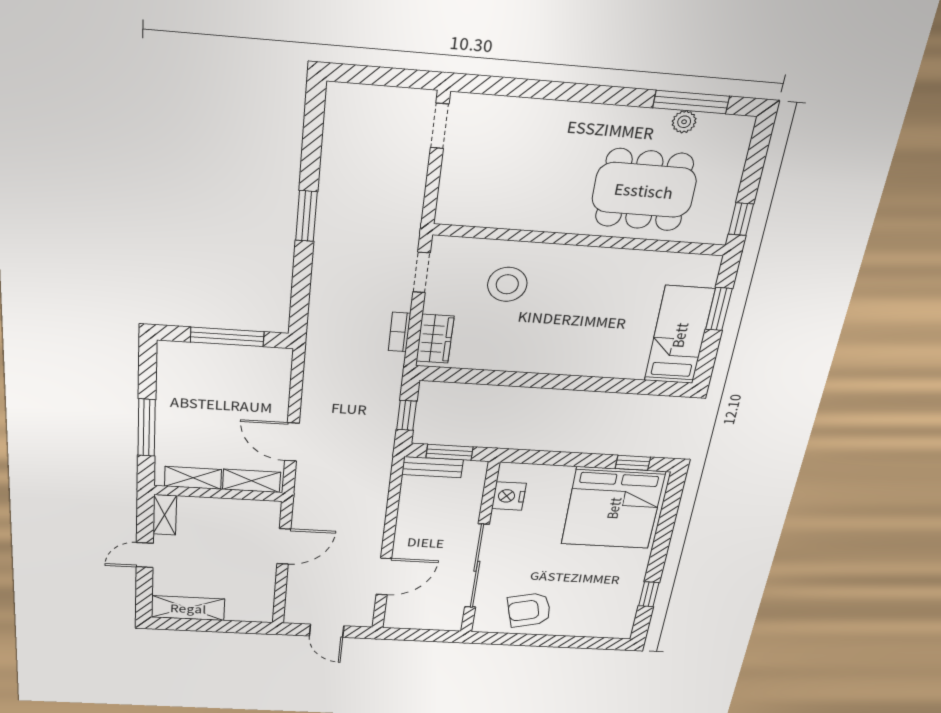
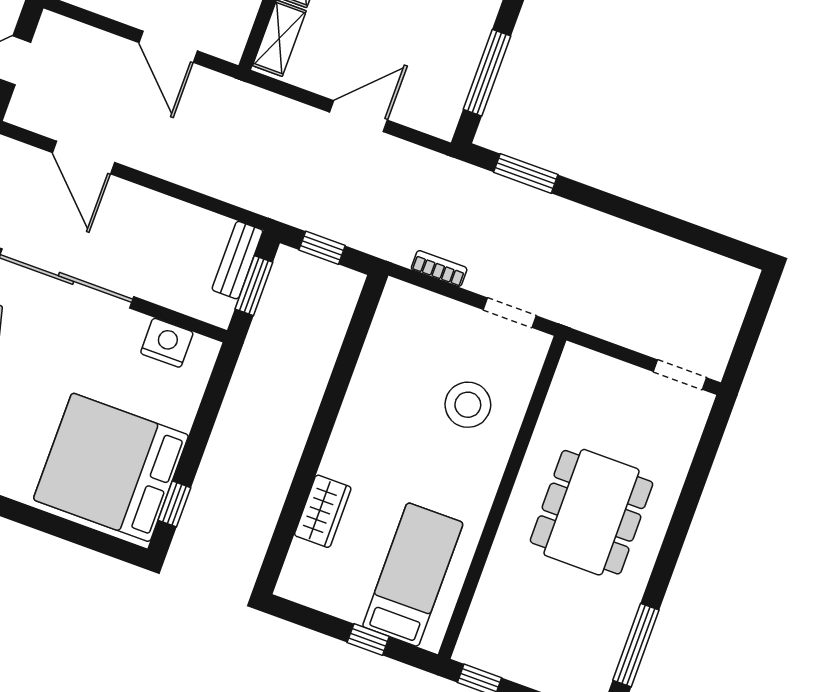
plant: (684, 122) -> (615, 634), removed
dining table: (644, 190) -> (591, 512), moved
window: (306, 216) -> (526, 173), moved
window: (719, 309) -> (368, 640), width x0.67
bed: (679, 335) -> (413, 575), moved, turned -90
wardrobe: (435, 339) -> (323, 511), moved, turned -90
door: (292, 442) -> (358, 116), moved

